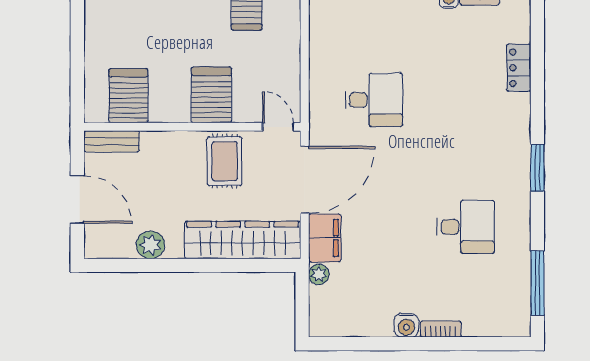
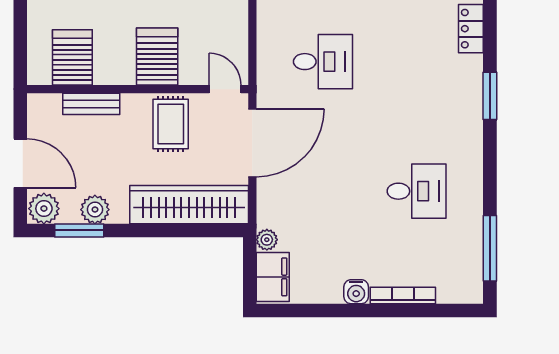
bench: (112, 141) -> (91, 104), moved
window: (537, 168) -> (490, 96), moved
filing cabinet: (325, 238) -> (273, 277), moved
plant: (100, 244) -> (44, 209), added
window: (135, 265) -> (79, 230), added
bookcase: (441, 329) -> (403, 296), width x1.56

